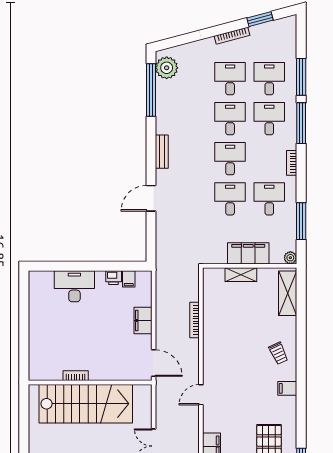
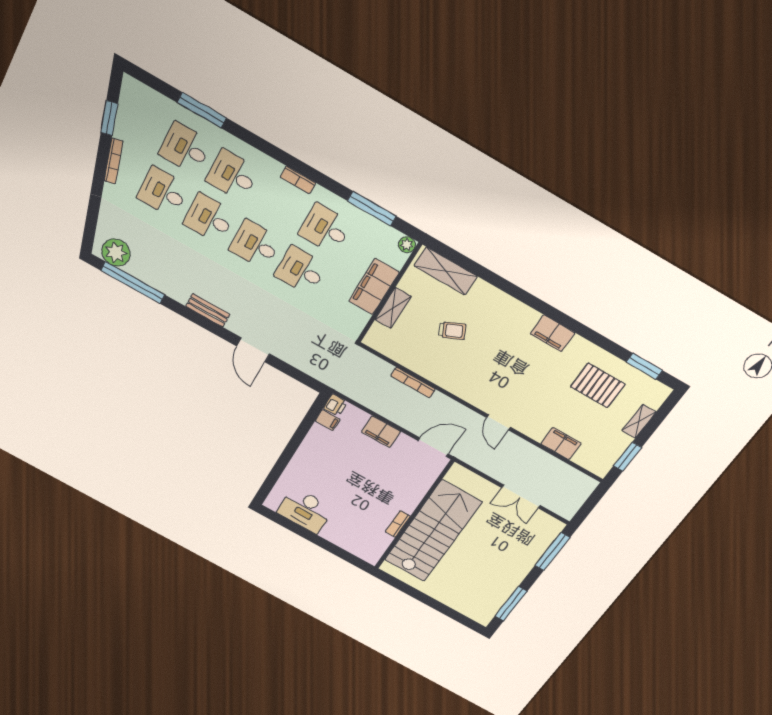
window: (301, 123) -> (257, 142), removed
printer: (114, 278) -> (335, 405), moved
desk: (74, 286) -> (305, 510), moved, turned -90
trolley: (278, 353) -> (452, 331), moved
filing cabinet: (287, 388) -> (553, 333), width x2.00

